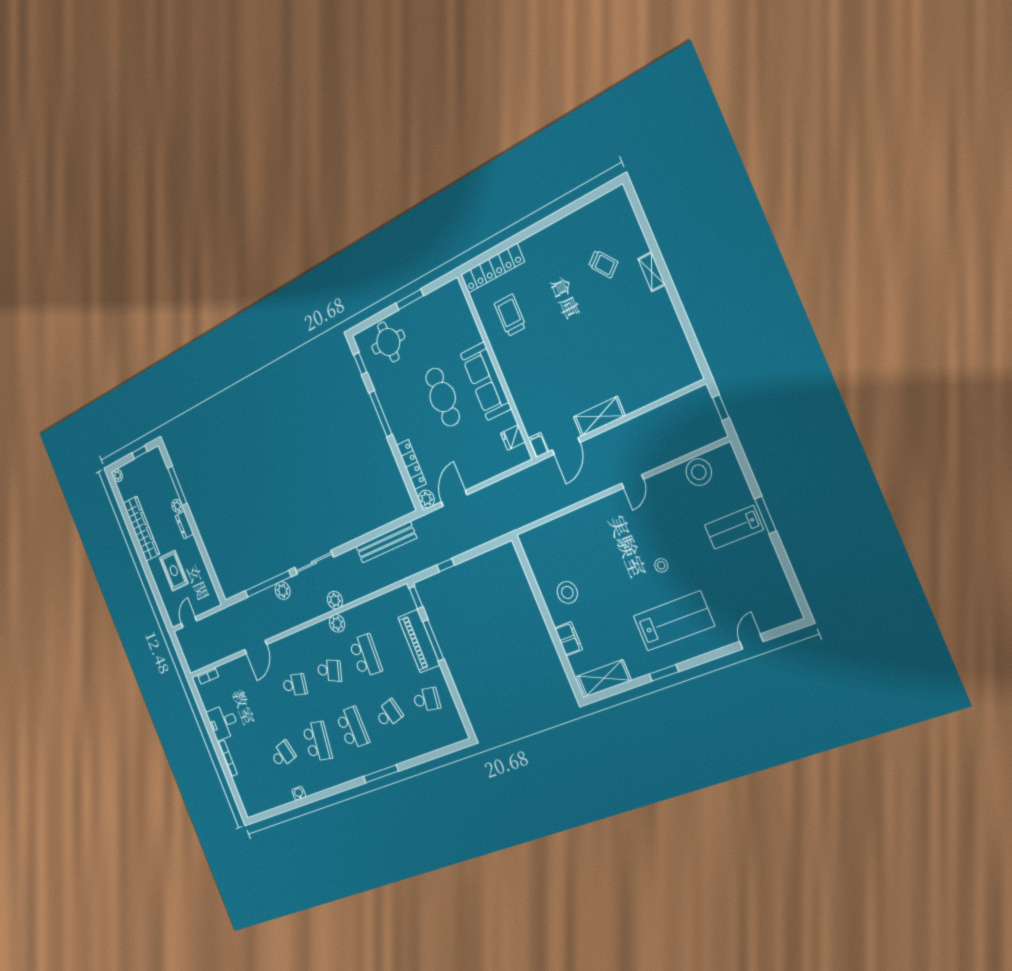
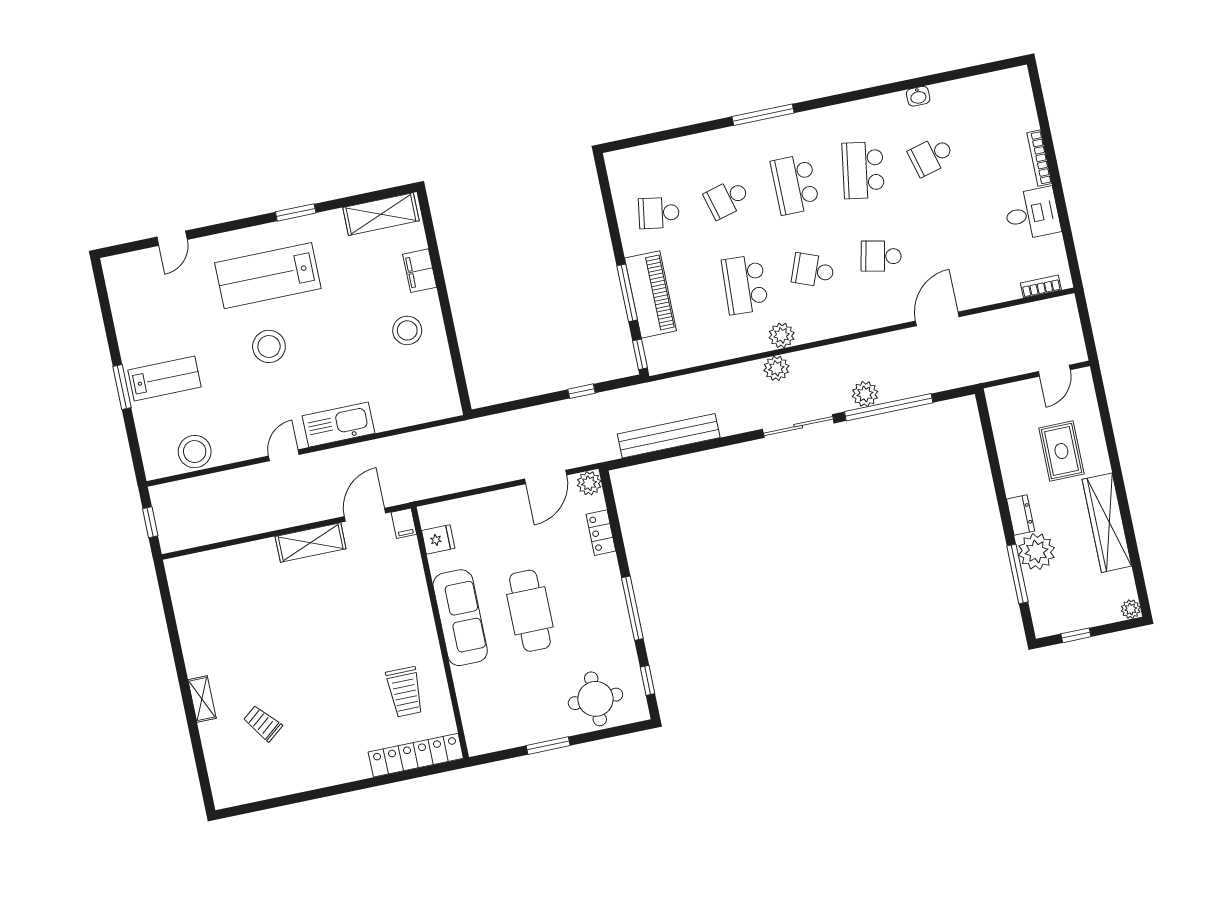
locker: (411, 464) -> (601, 533), width x0.66
plant: (177, 506) -> (1036, 552), width x1.87, depth x1.87
kitchen sink: (599, 513) -> (339, 425), added
stool: (661, 565) -> (269, 346), width x1.89, depth x1.89

